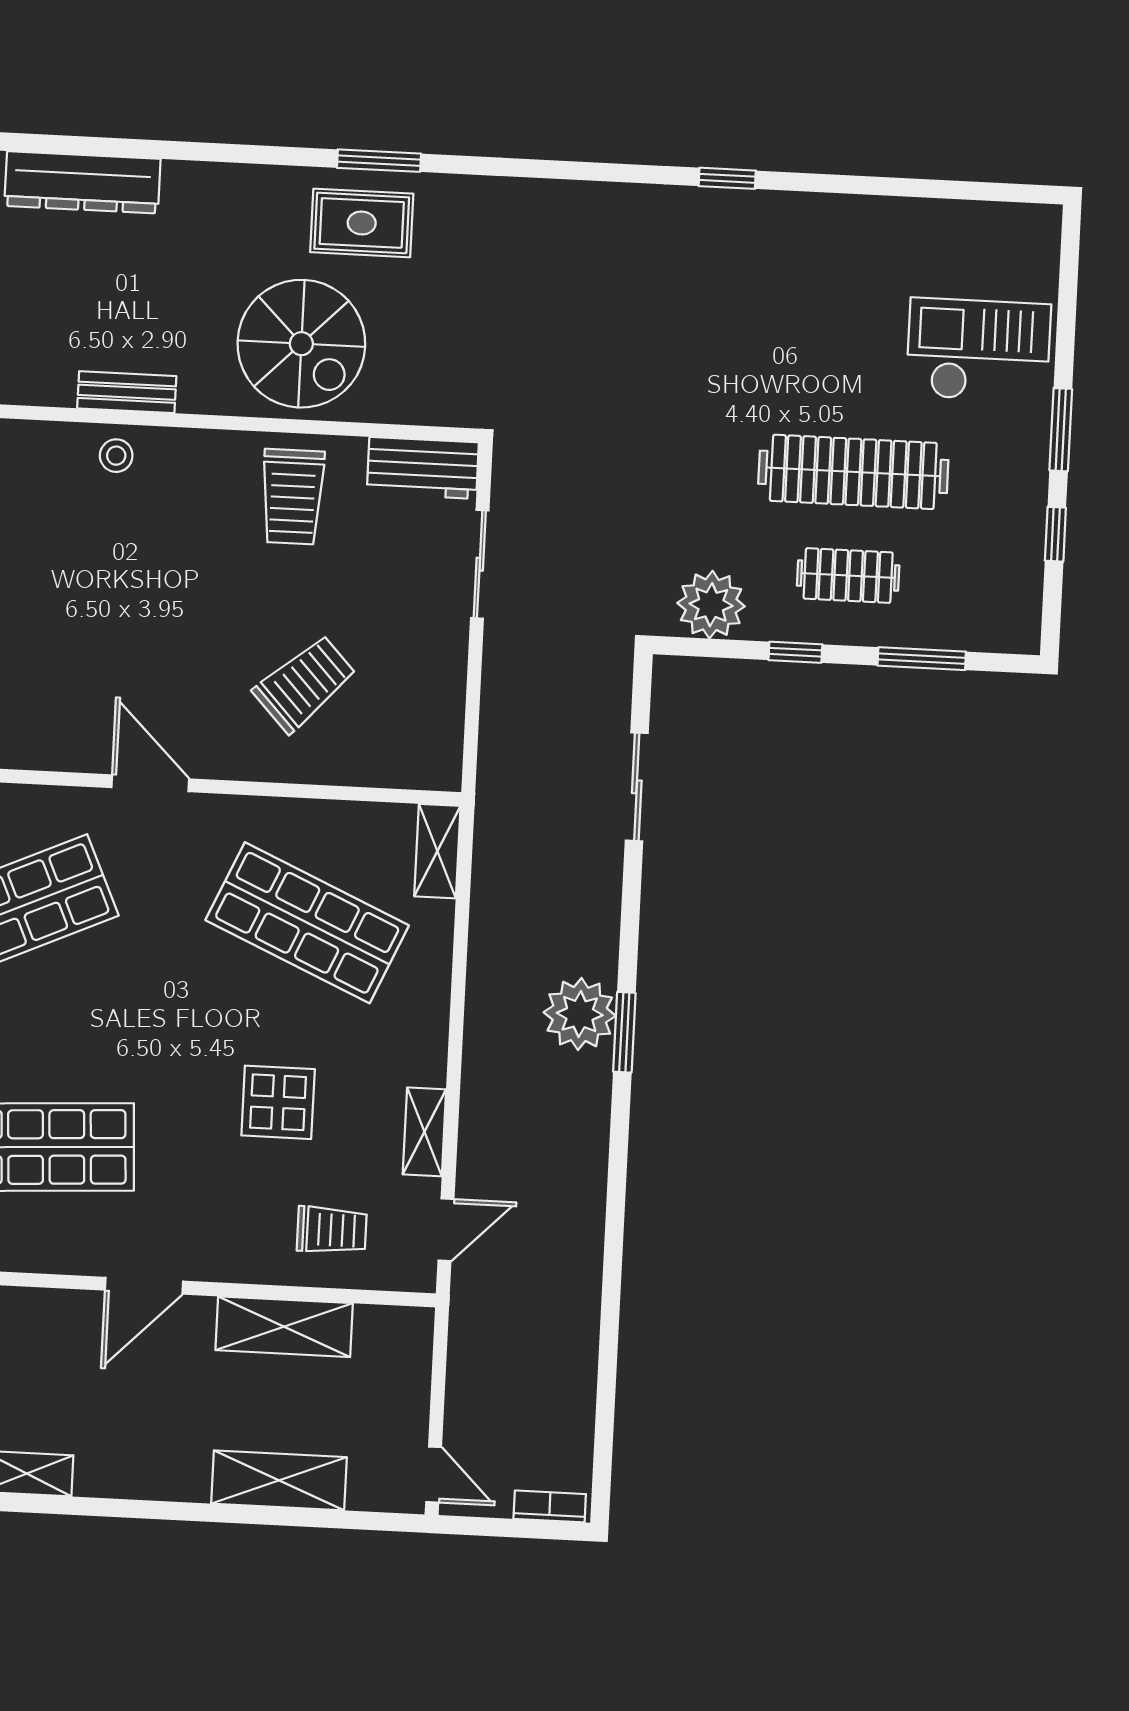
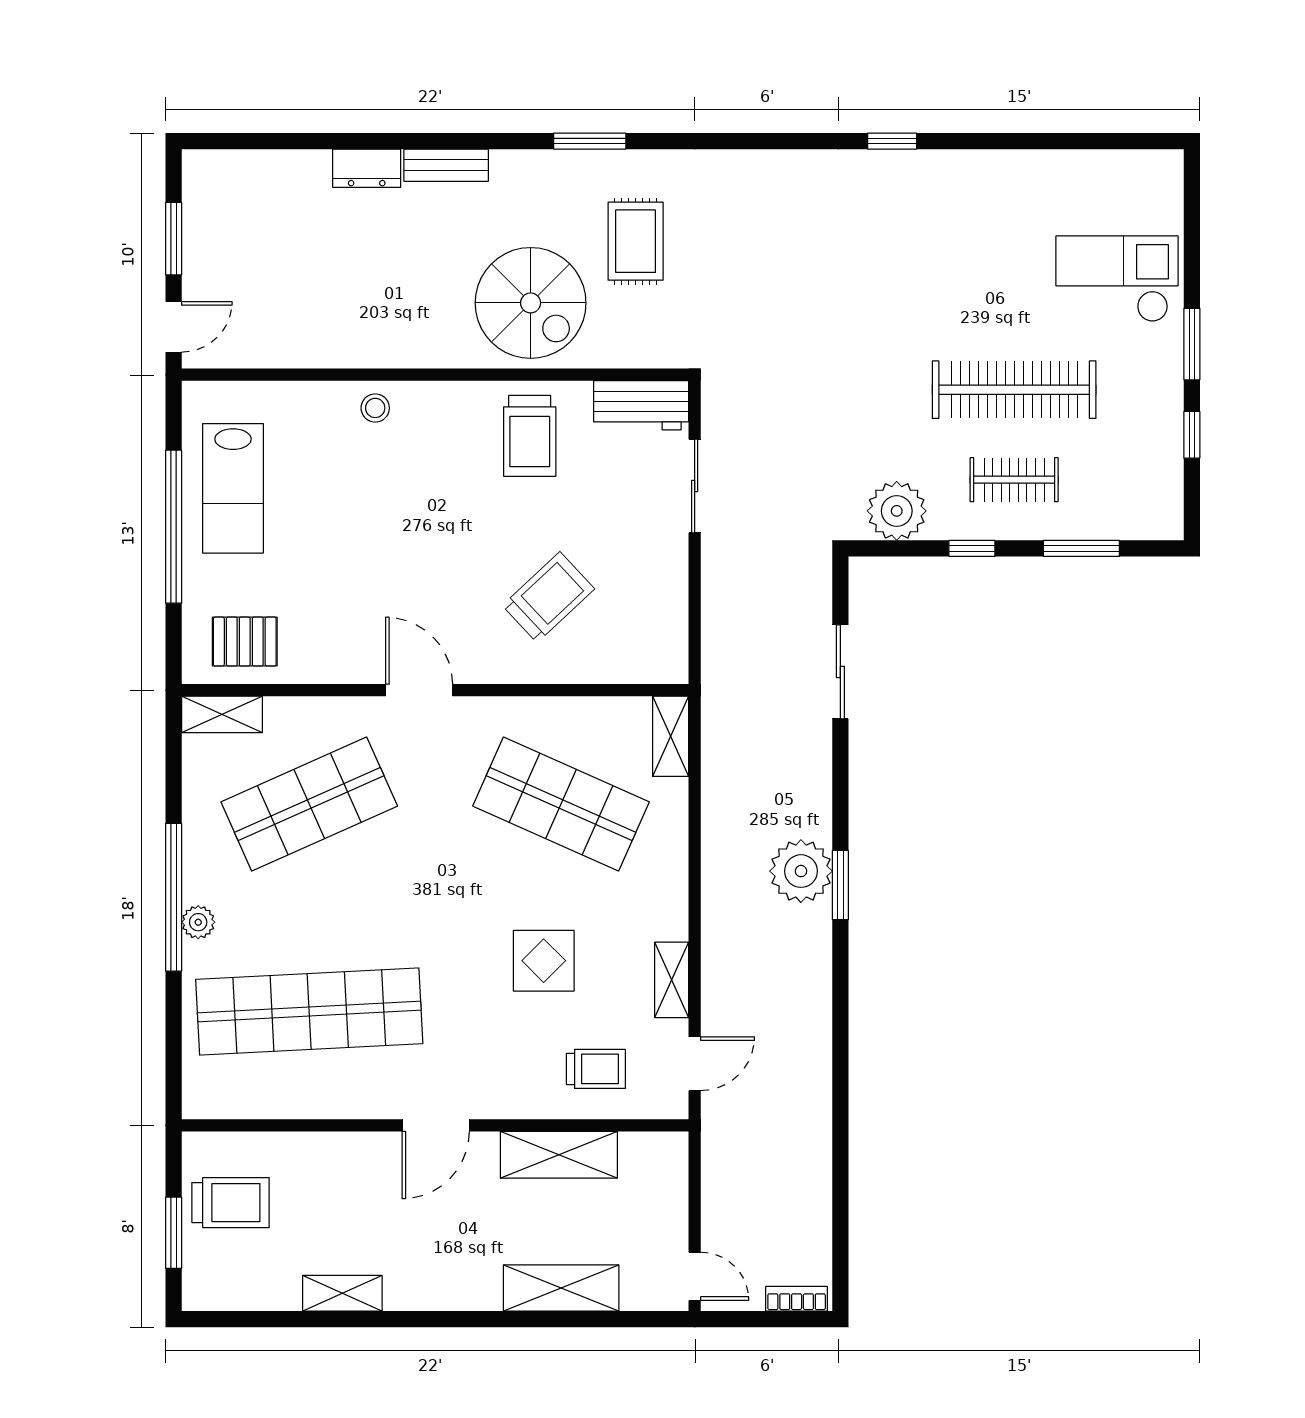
dresser: (82, 182) -> (367, 168), width x0.51, depth x0.80
rug: (362, 223) -> (636, 241), moved, turned 90
bench: (127, 392) -> (446, 165), moved

